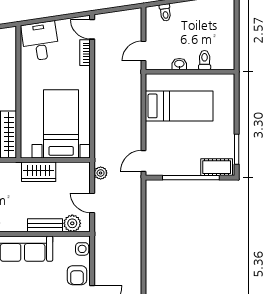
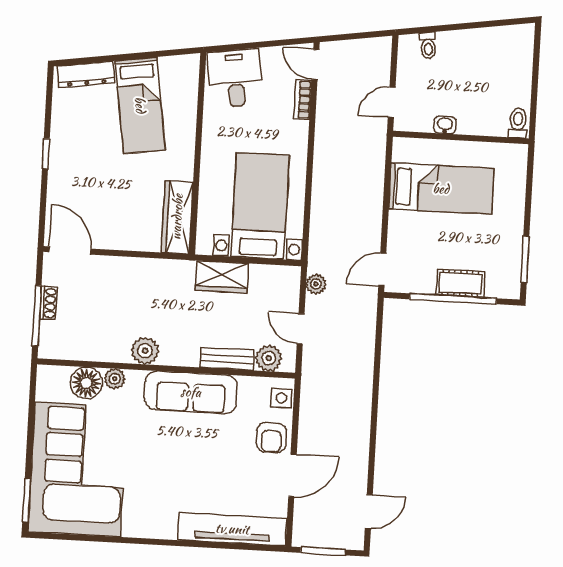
toilet: (205, 60) -> (518, 123), moved
cot: (217, 167) -> (460, 283), moved

